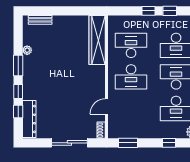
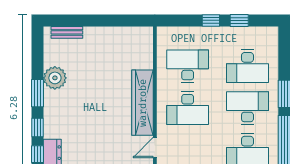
wardrobe: (97, 40) -> (143, 103), moved
plant: (27, 50) -> (55, 78), width x1.88, depth x1.88

